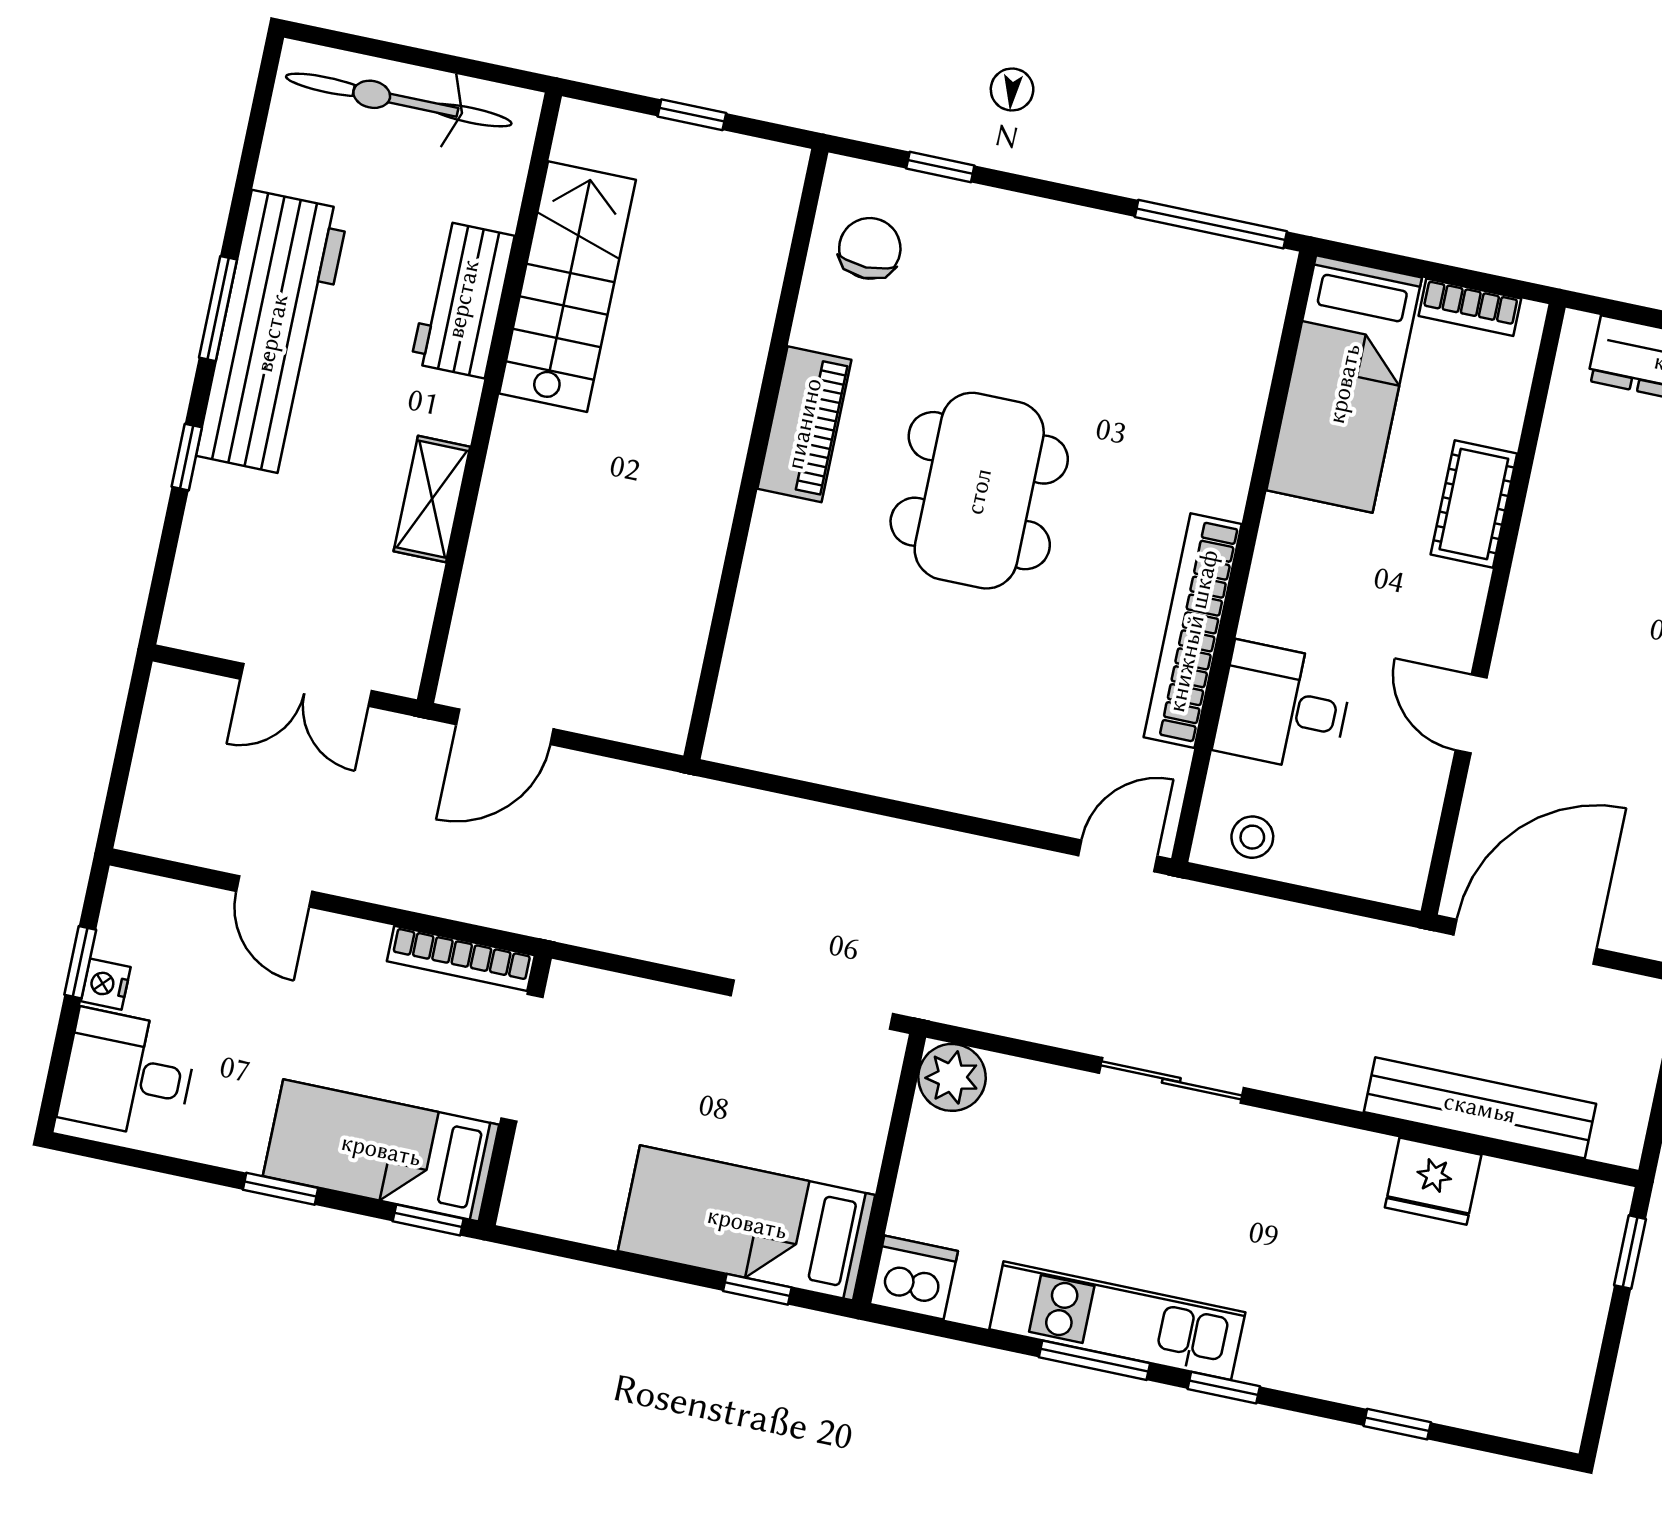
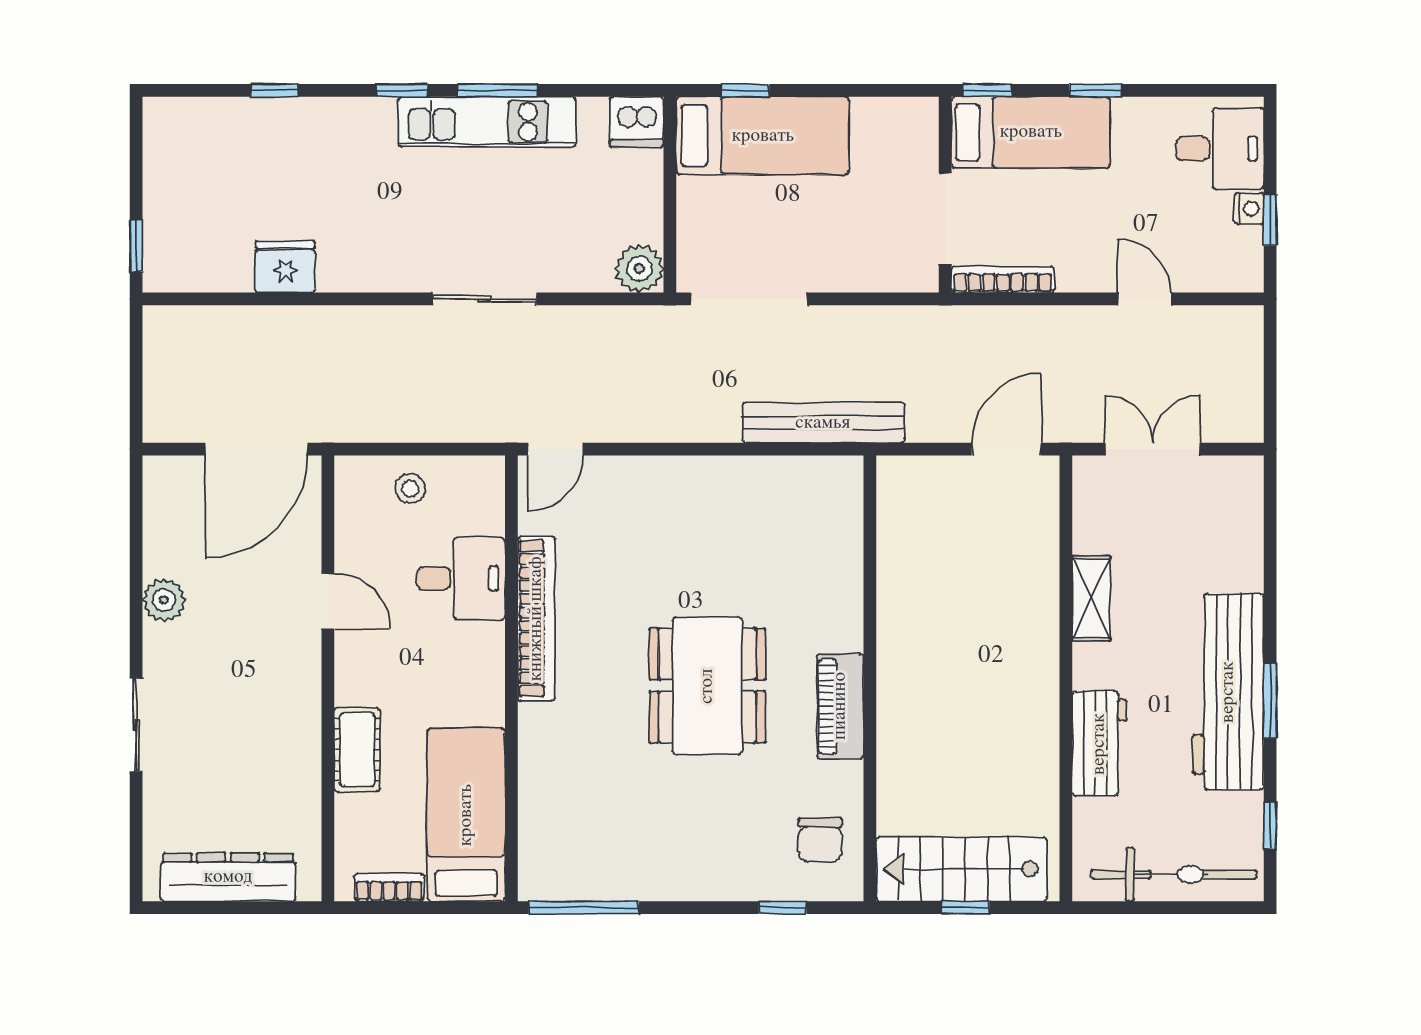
stairs: (567, 287) -> (962, 869), moved, turned 90
window: (187, 457) -> (1270, 826), moved
stool: (1252, 837) -> (410, 489), moved
bench: (1480, 1108) -> (823, 423), moved

